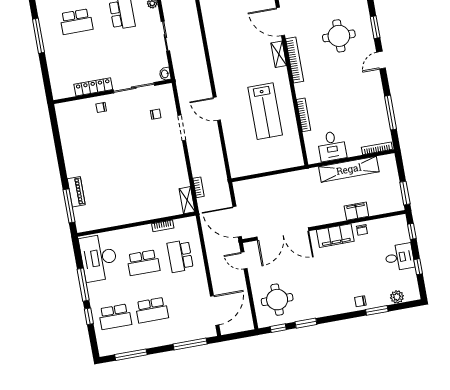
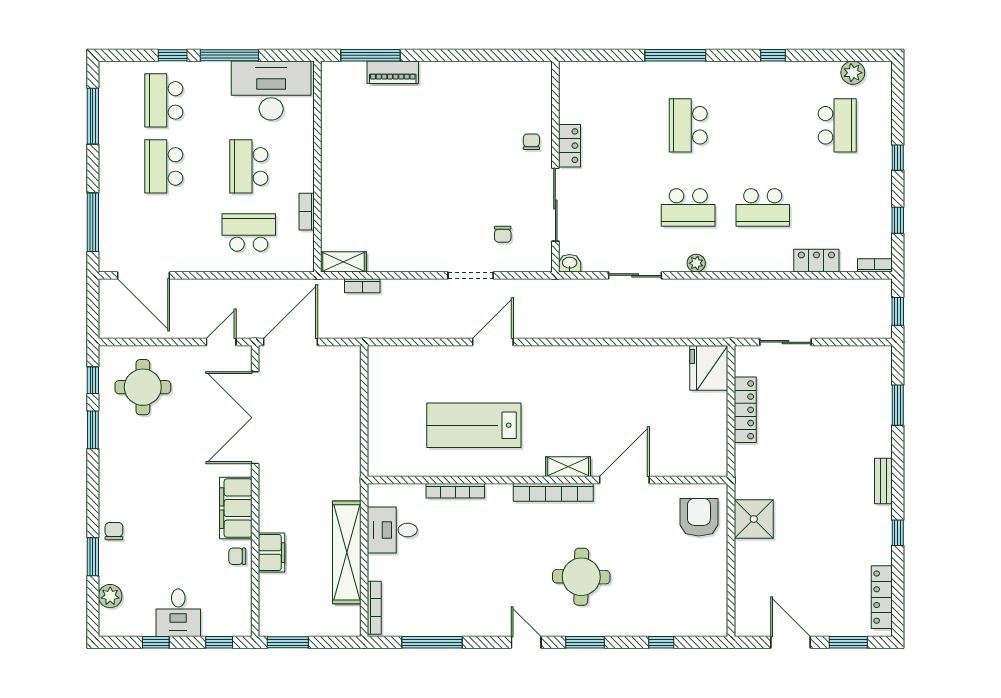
locker: (93, 87) -> (569, 146), width x0.66

